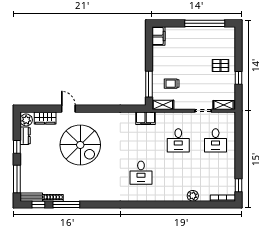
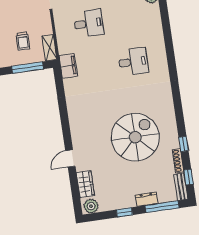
dresser: (25, 136) -> (147, 199), moved
spiral stairs: (80, 145) -> (135, 137), moved
window: (66, 204) -> (184, 144), width x0.46

